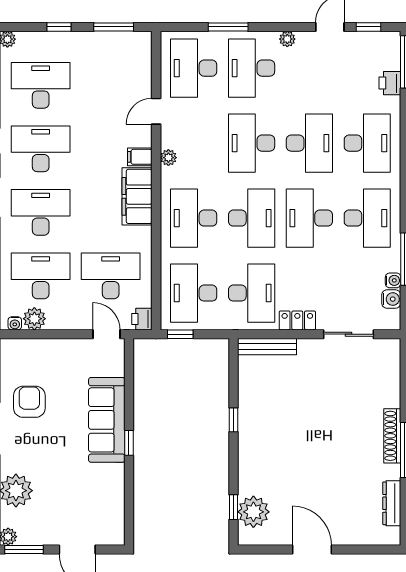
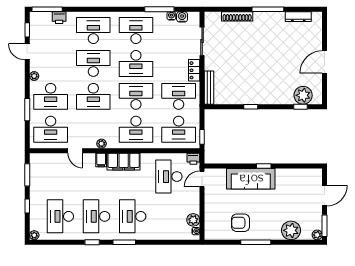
desk: (41, 276) -> (169, 216), removed
shoe rack: (392, 436) -> (237, 16), moved

